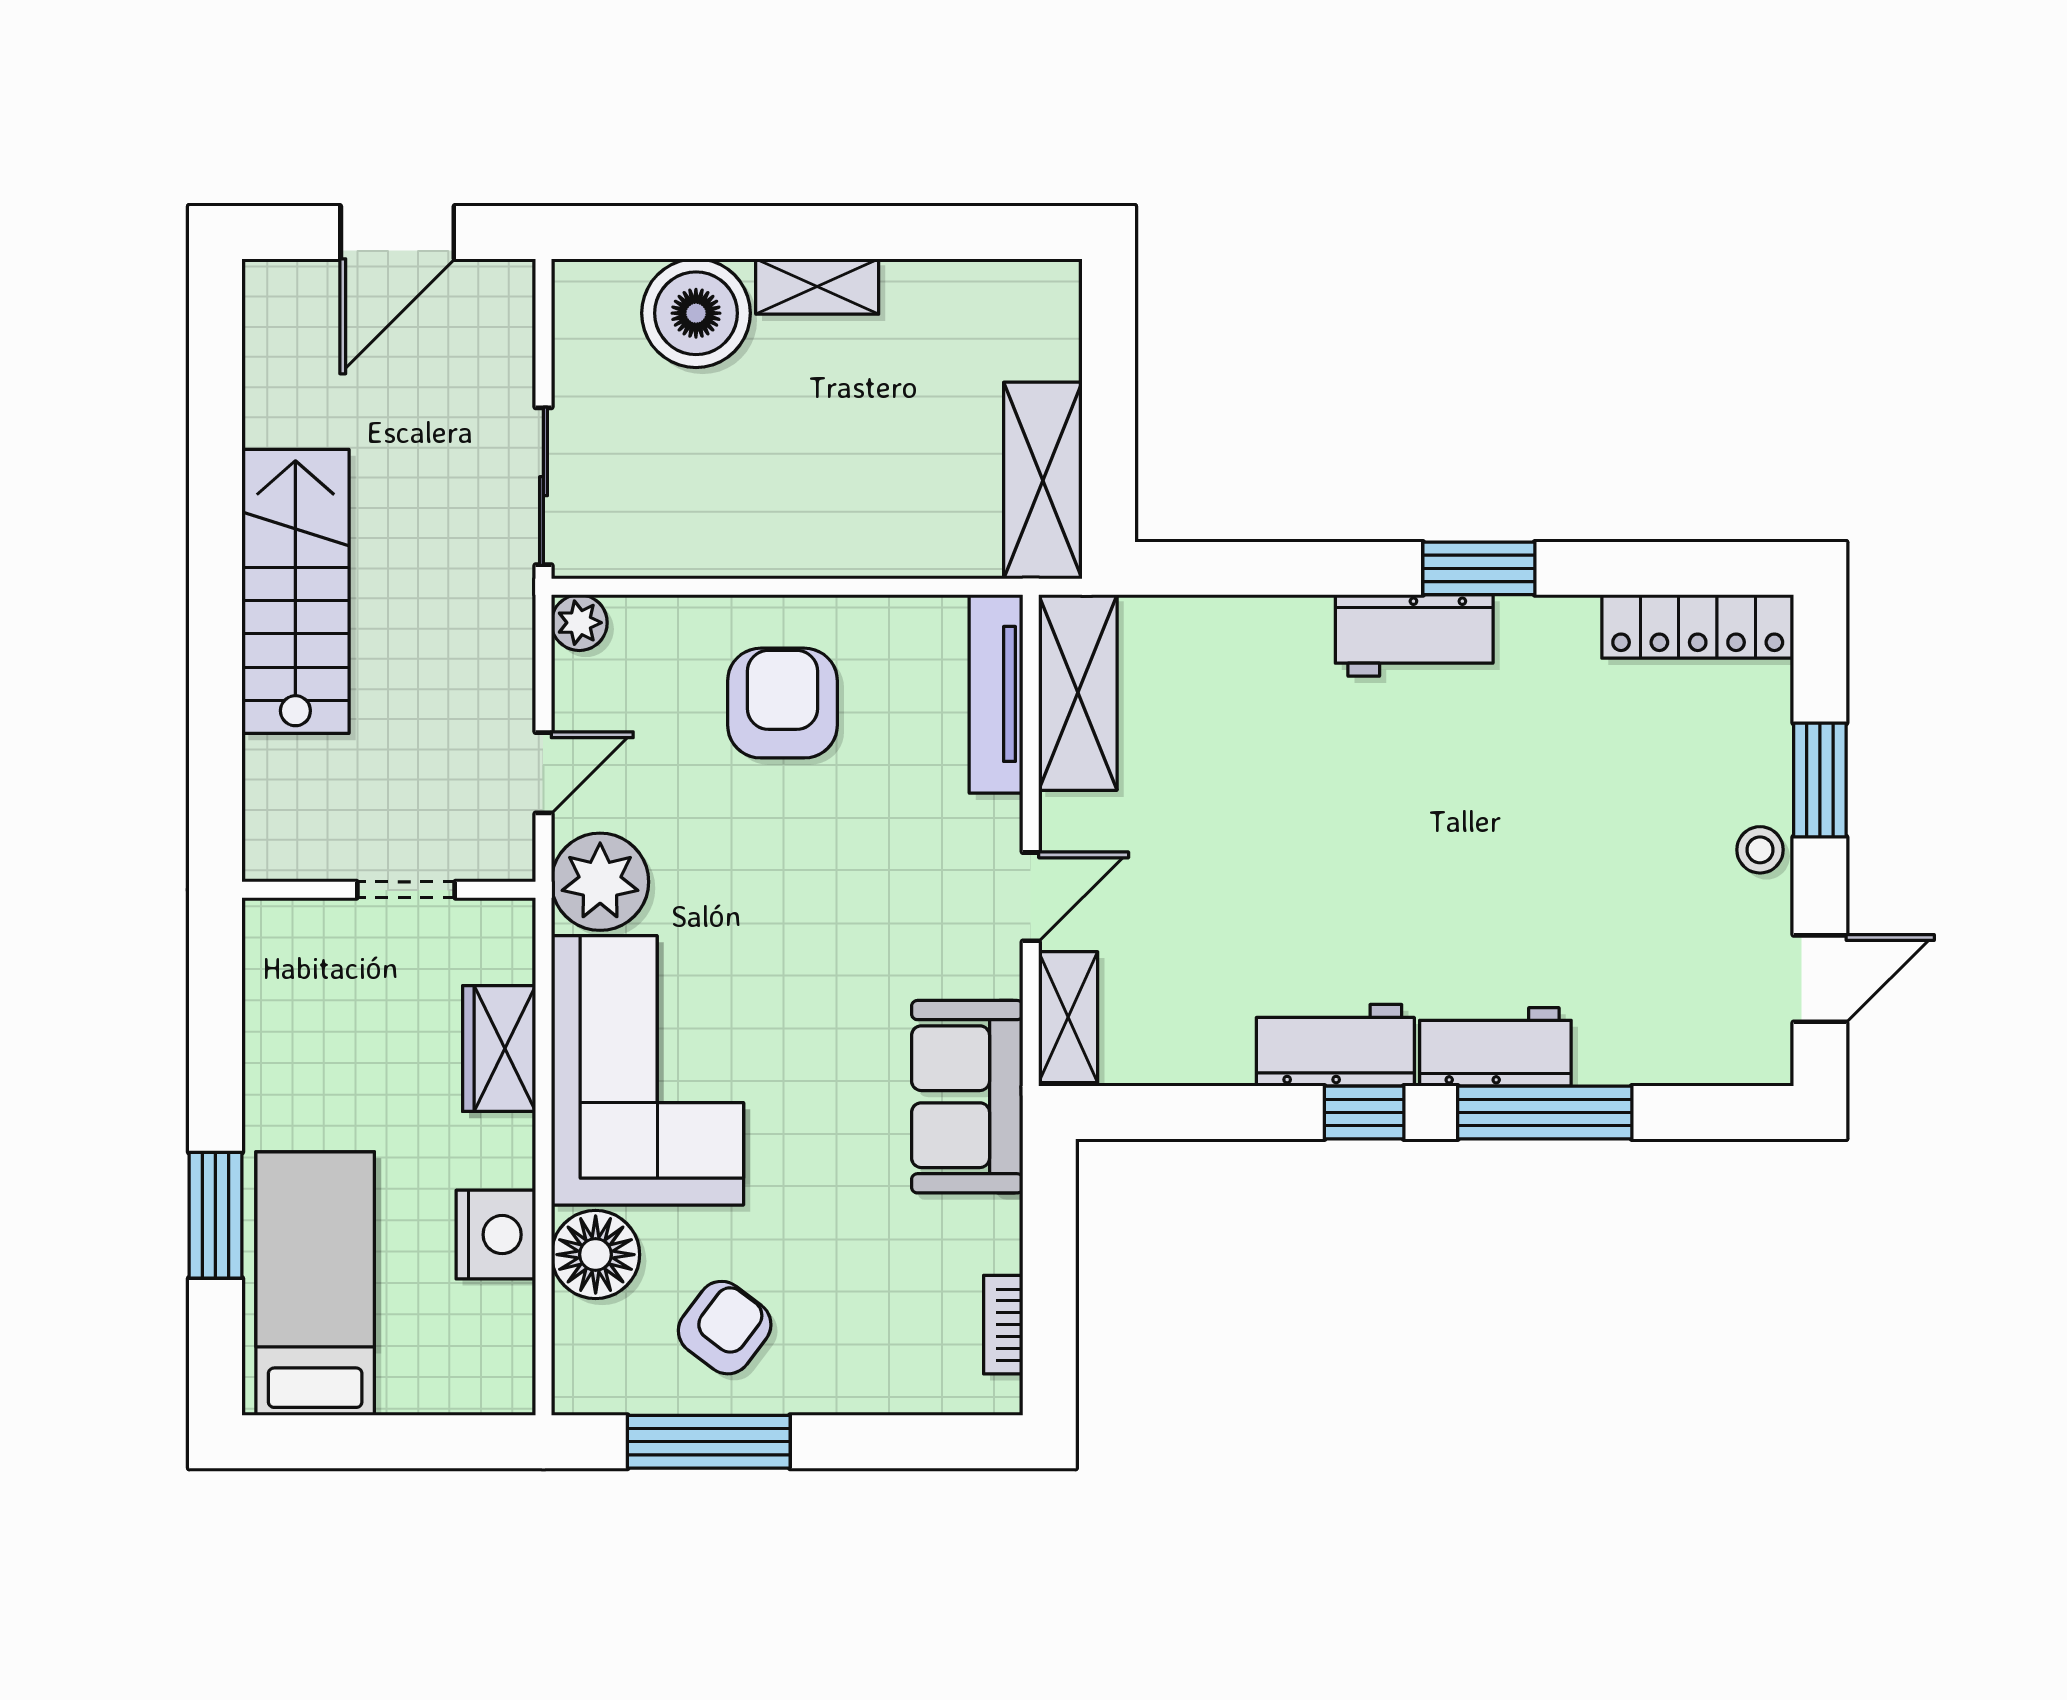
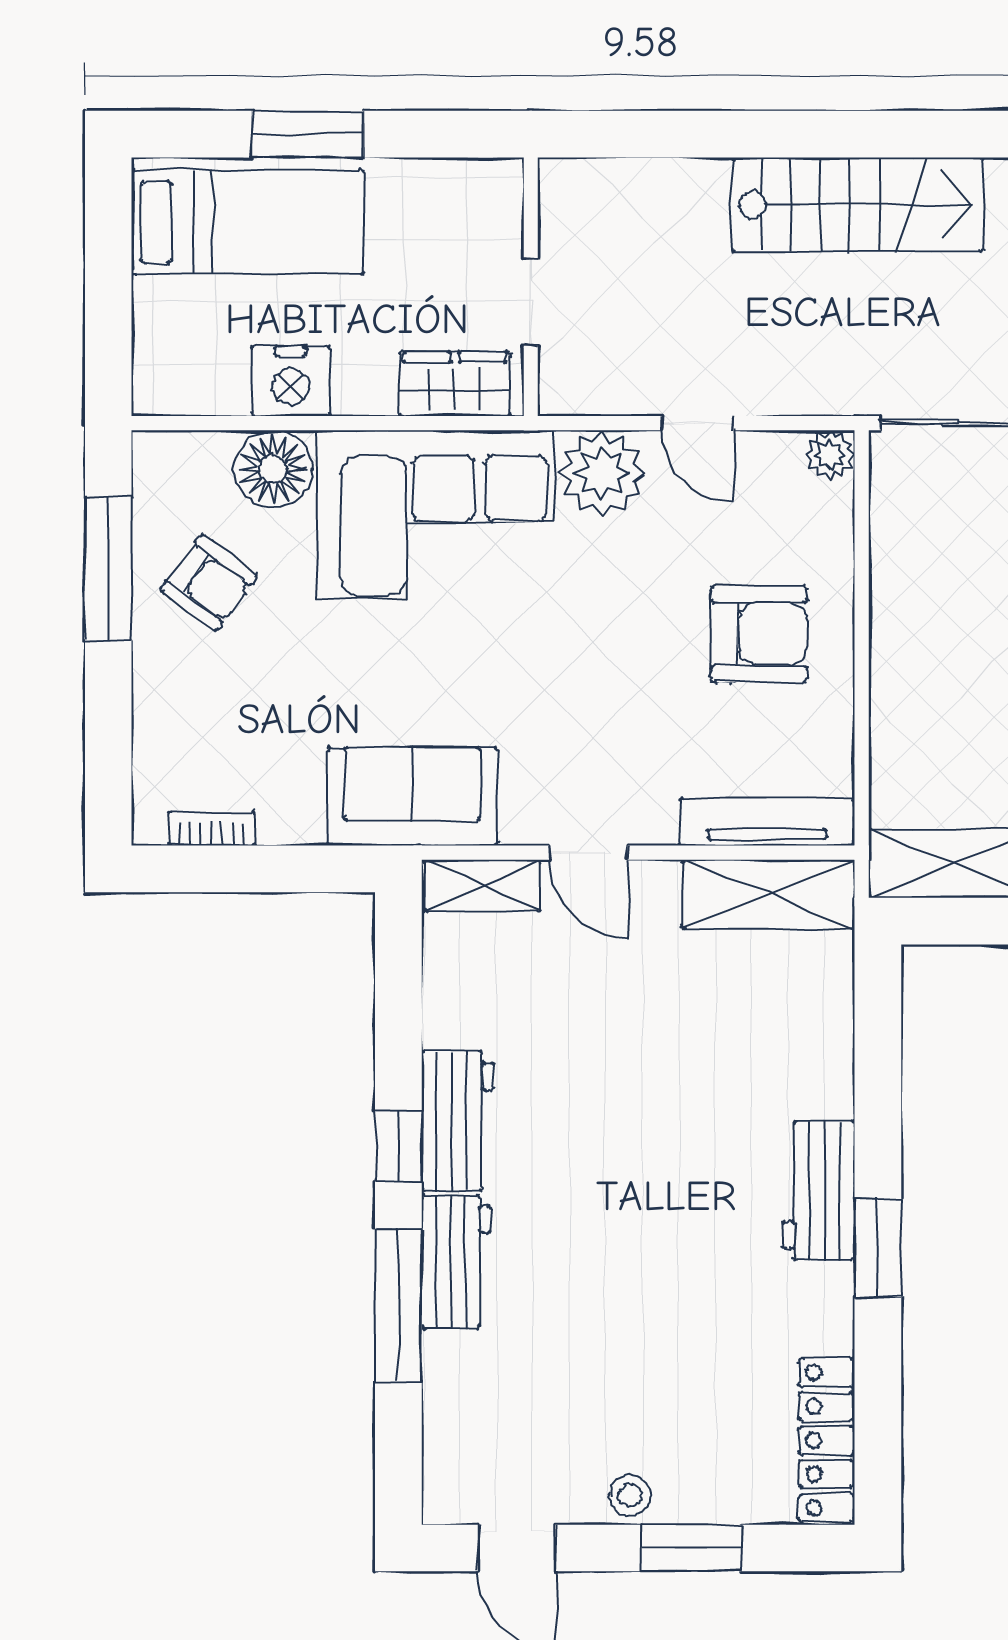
wall: (389, 890) -> (531, 287), moved
doorway: (406, 890) -> (531, 302), moved

